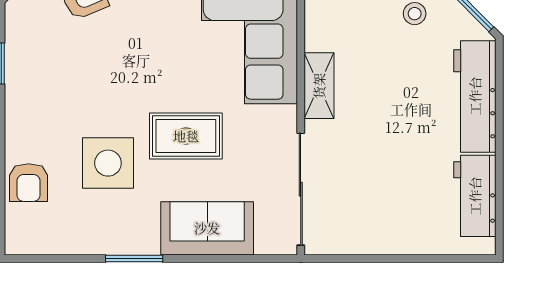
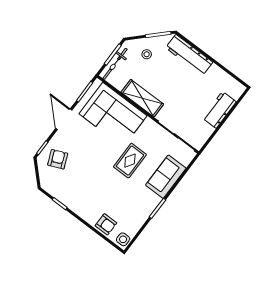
shelving: (319, 86) -> (142, 98), width x1.50, depth x1.33
side table: (108, 163) -> (123, 239), moved, width x0.54, depth x0.54
workbench: (475, 196) -> (219, 110), moved, turned 90

